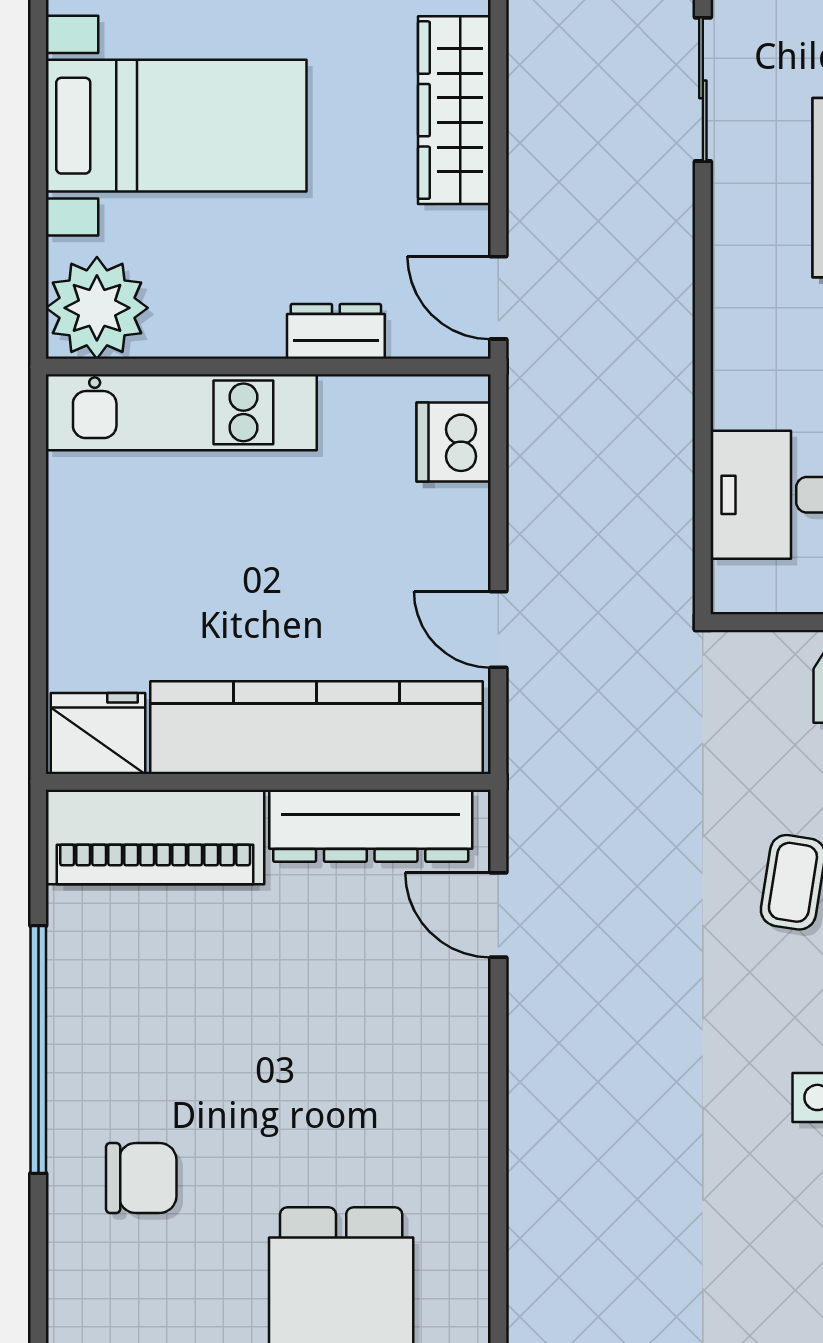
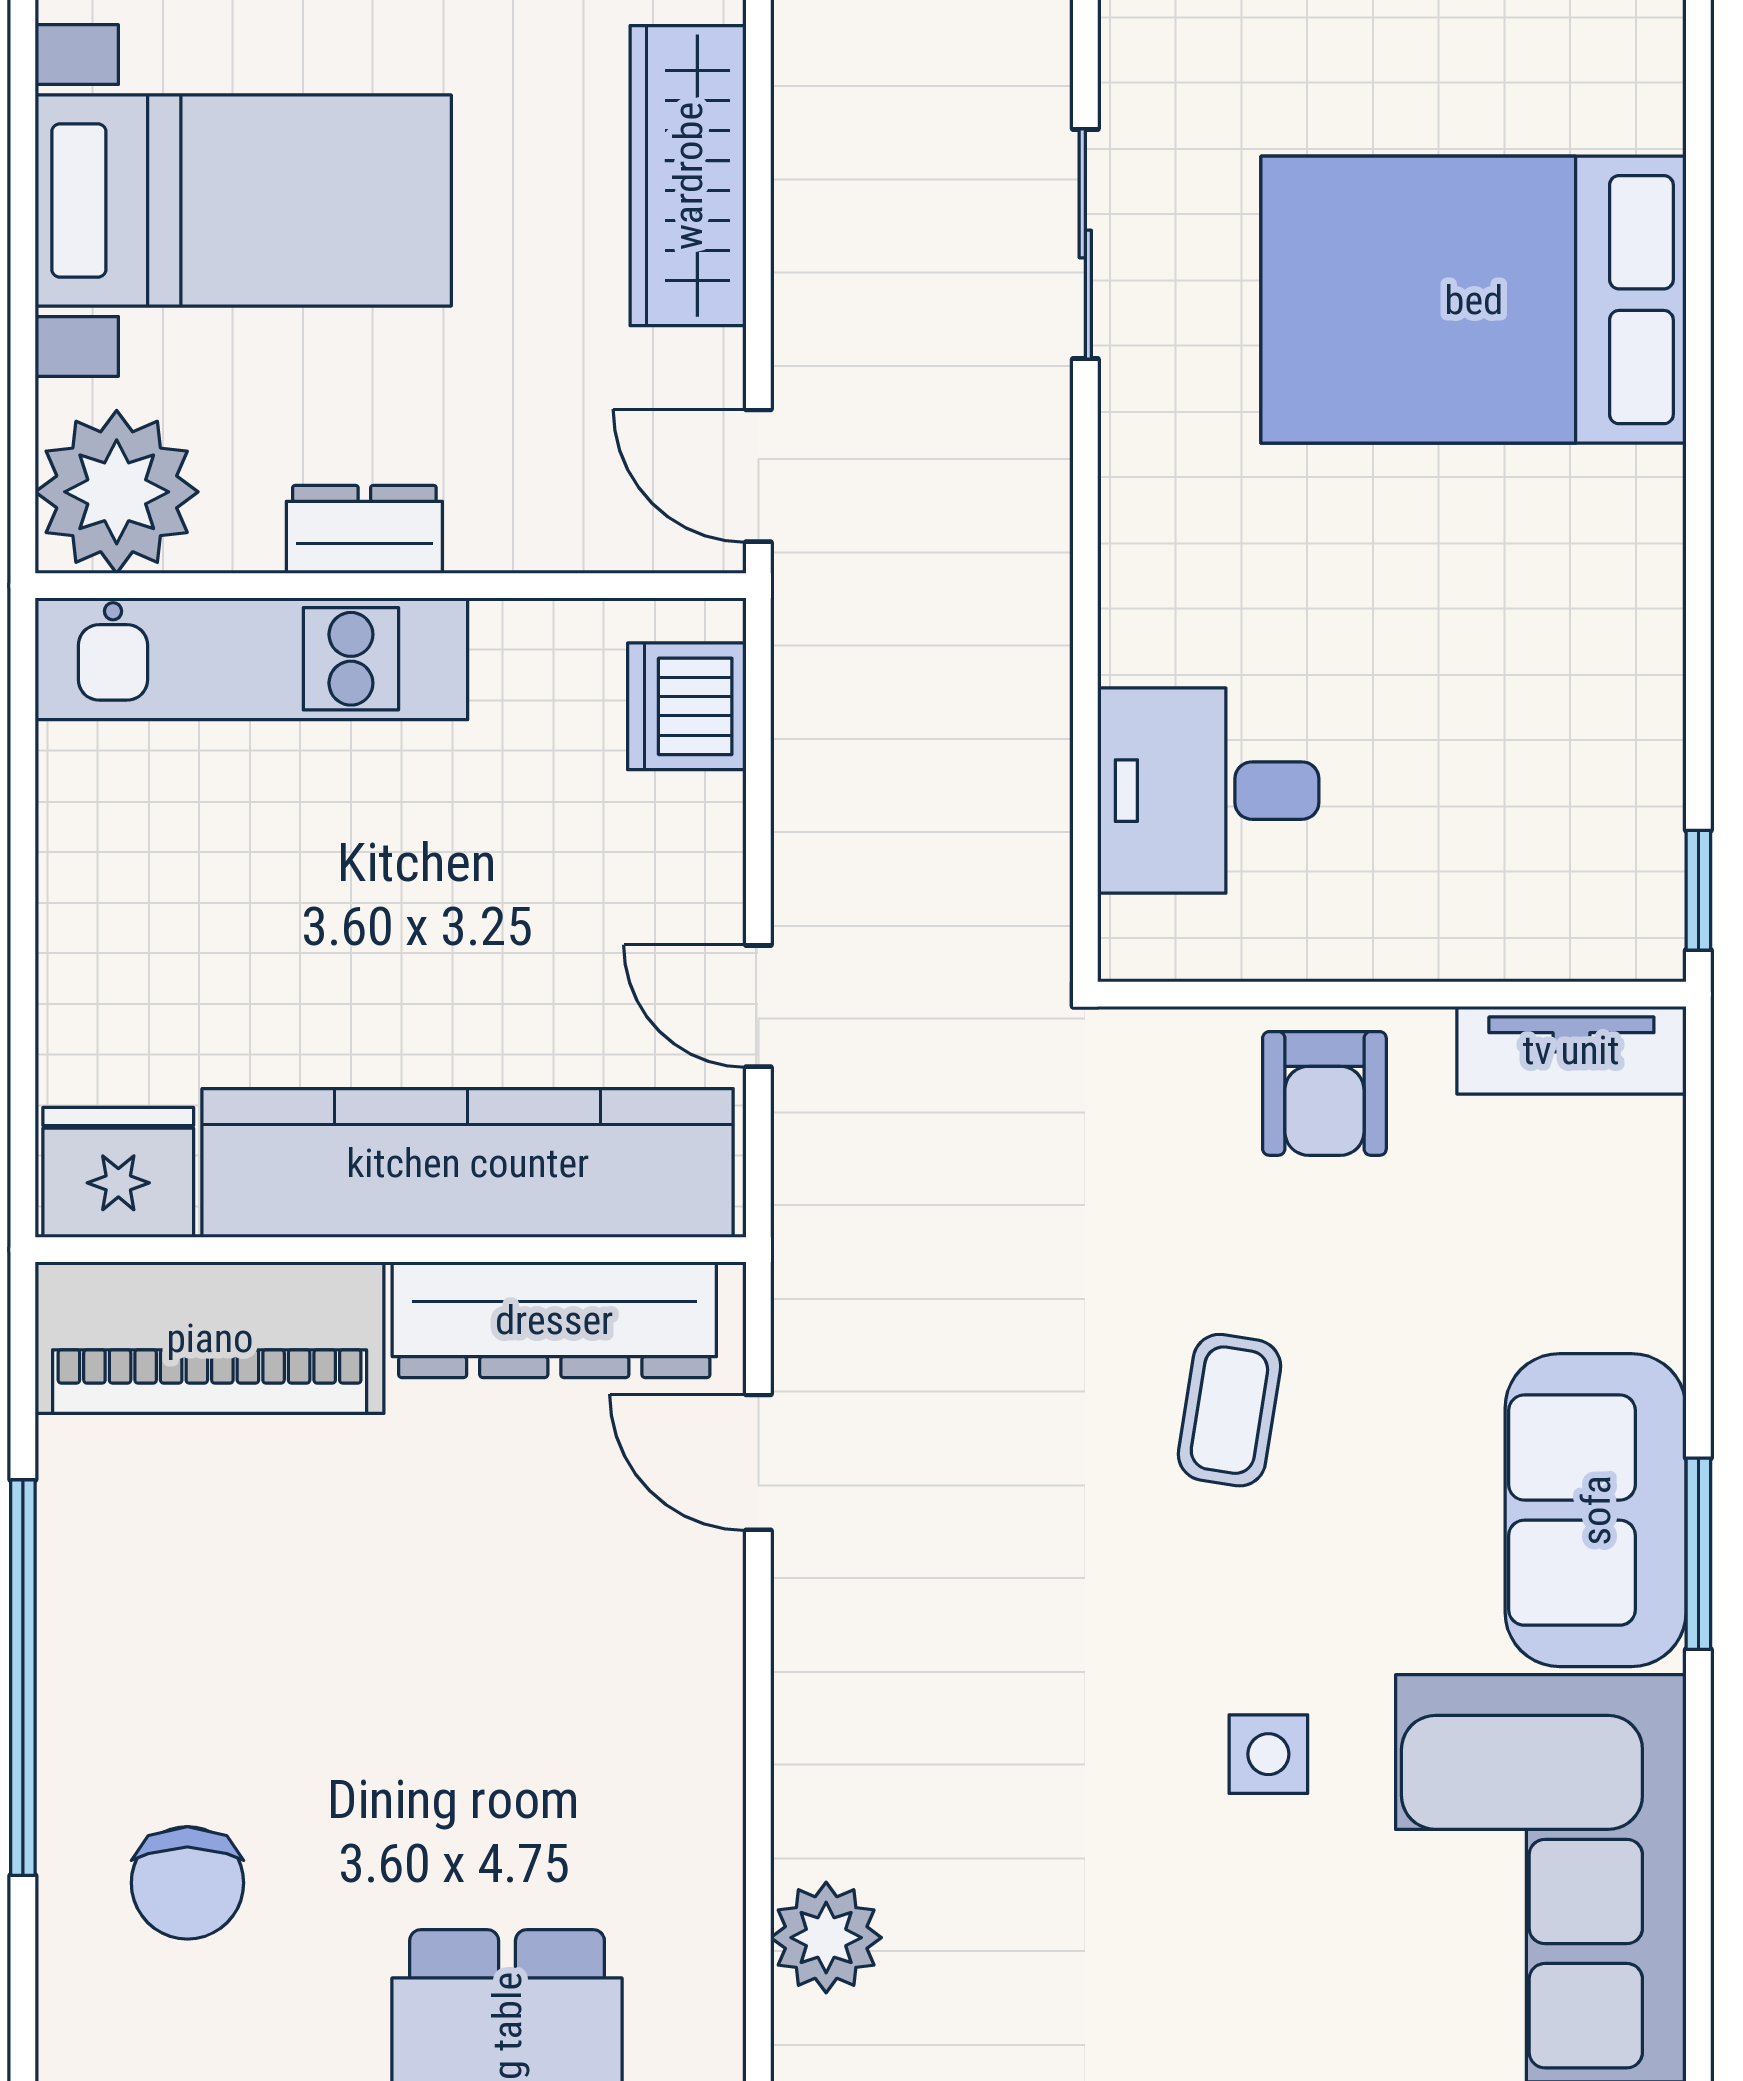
sliding door: (703, 89) -> (1085, 244), moved
dresser: (336, 331) -> (364, 529), moved
chair: (141, 1178) -> (187, 1883), turned 90
plant: (541, 1212) -> (826, 1938), added

